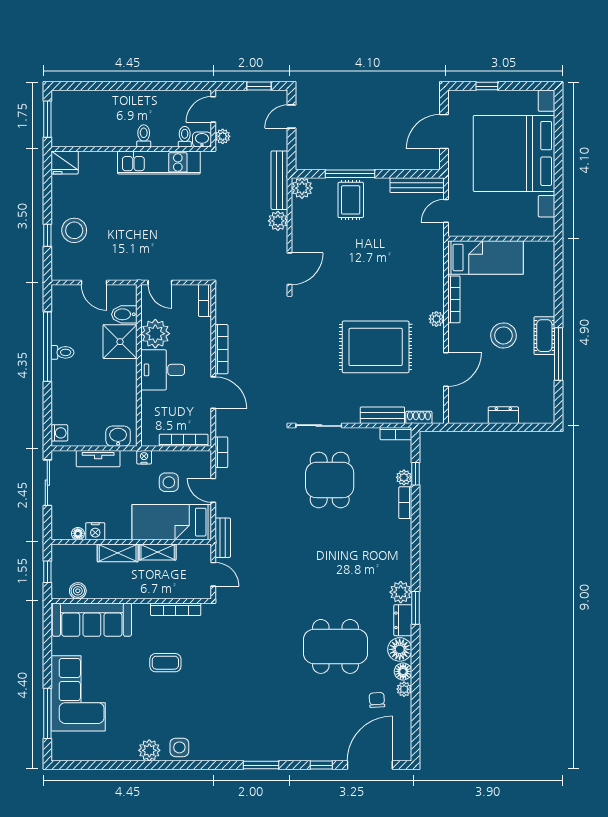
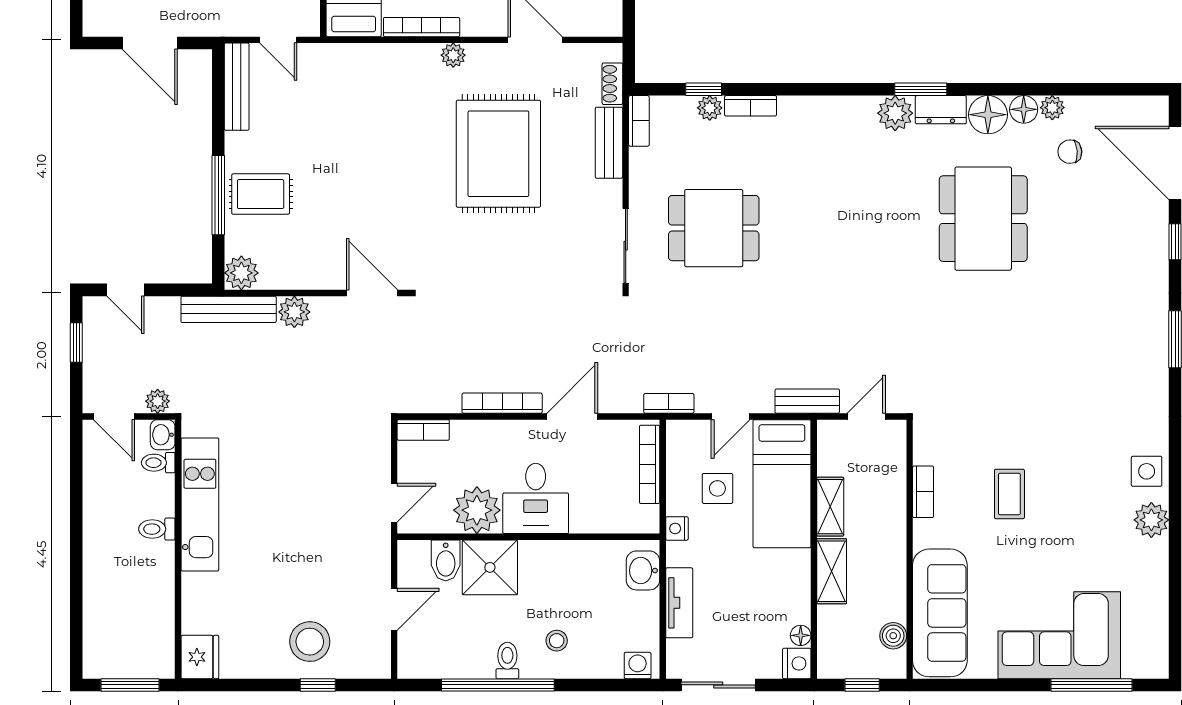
stool: (75, 383) -> (557, 641), added
nightstand: (95, 531) -> (797, 663), moved
bookcase: (176, 609) -> (923, 492), width x0.64

